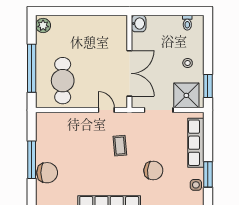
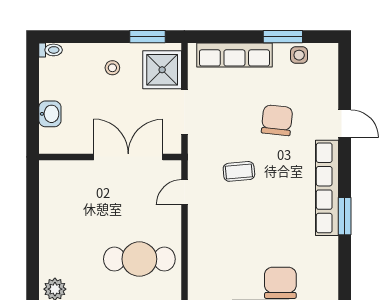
toilet: (187, 23) -> (51, 50), moved
washbasin: (139, 24) -> (50, 114), moved, turned 90

